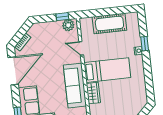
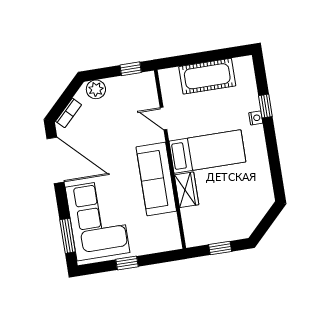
plant: (68, 25) -> (96, 89), moved
door: (13, 71) -> (55, 160), hinge flipped

